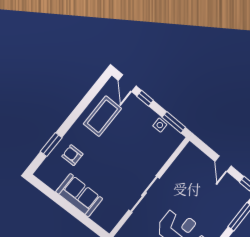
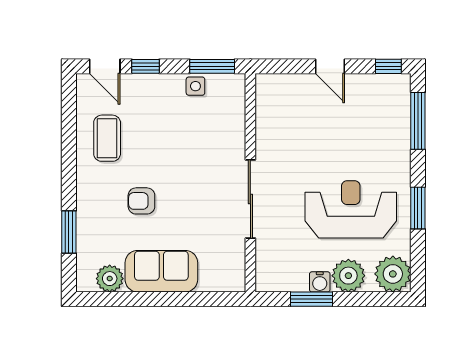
coffee table: (102, 116) -> (107, 138), width x0.73, depth x0.76
armchair: (72, 155) -> (141, 201), moved
plant: (53, 180) -> (110, 279), added

